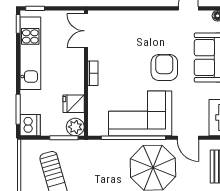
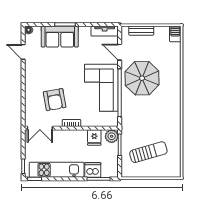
armchair: (164, 68) -> (55, 100), moved, turned -100
dishwasher: (30, 125) -> (93, 170), moved
door: (188, 138) -> (120, 52), swing flipped

